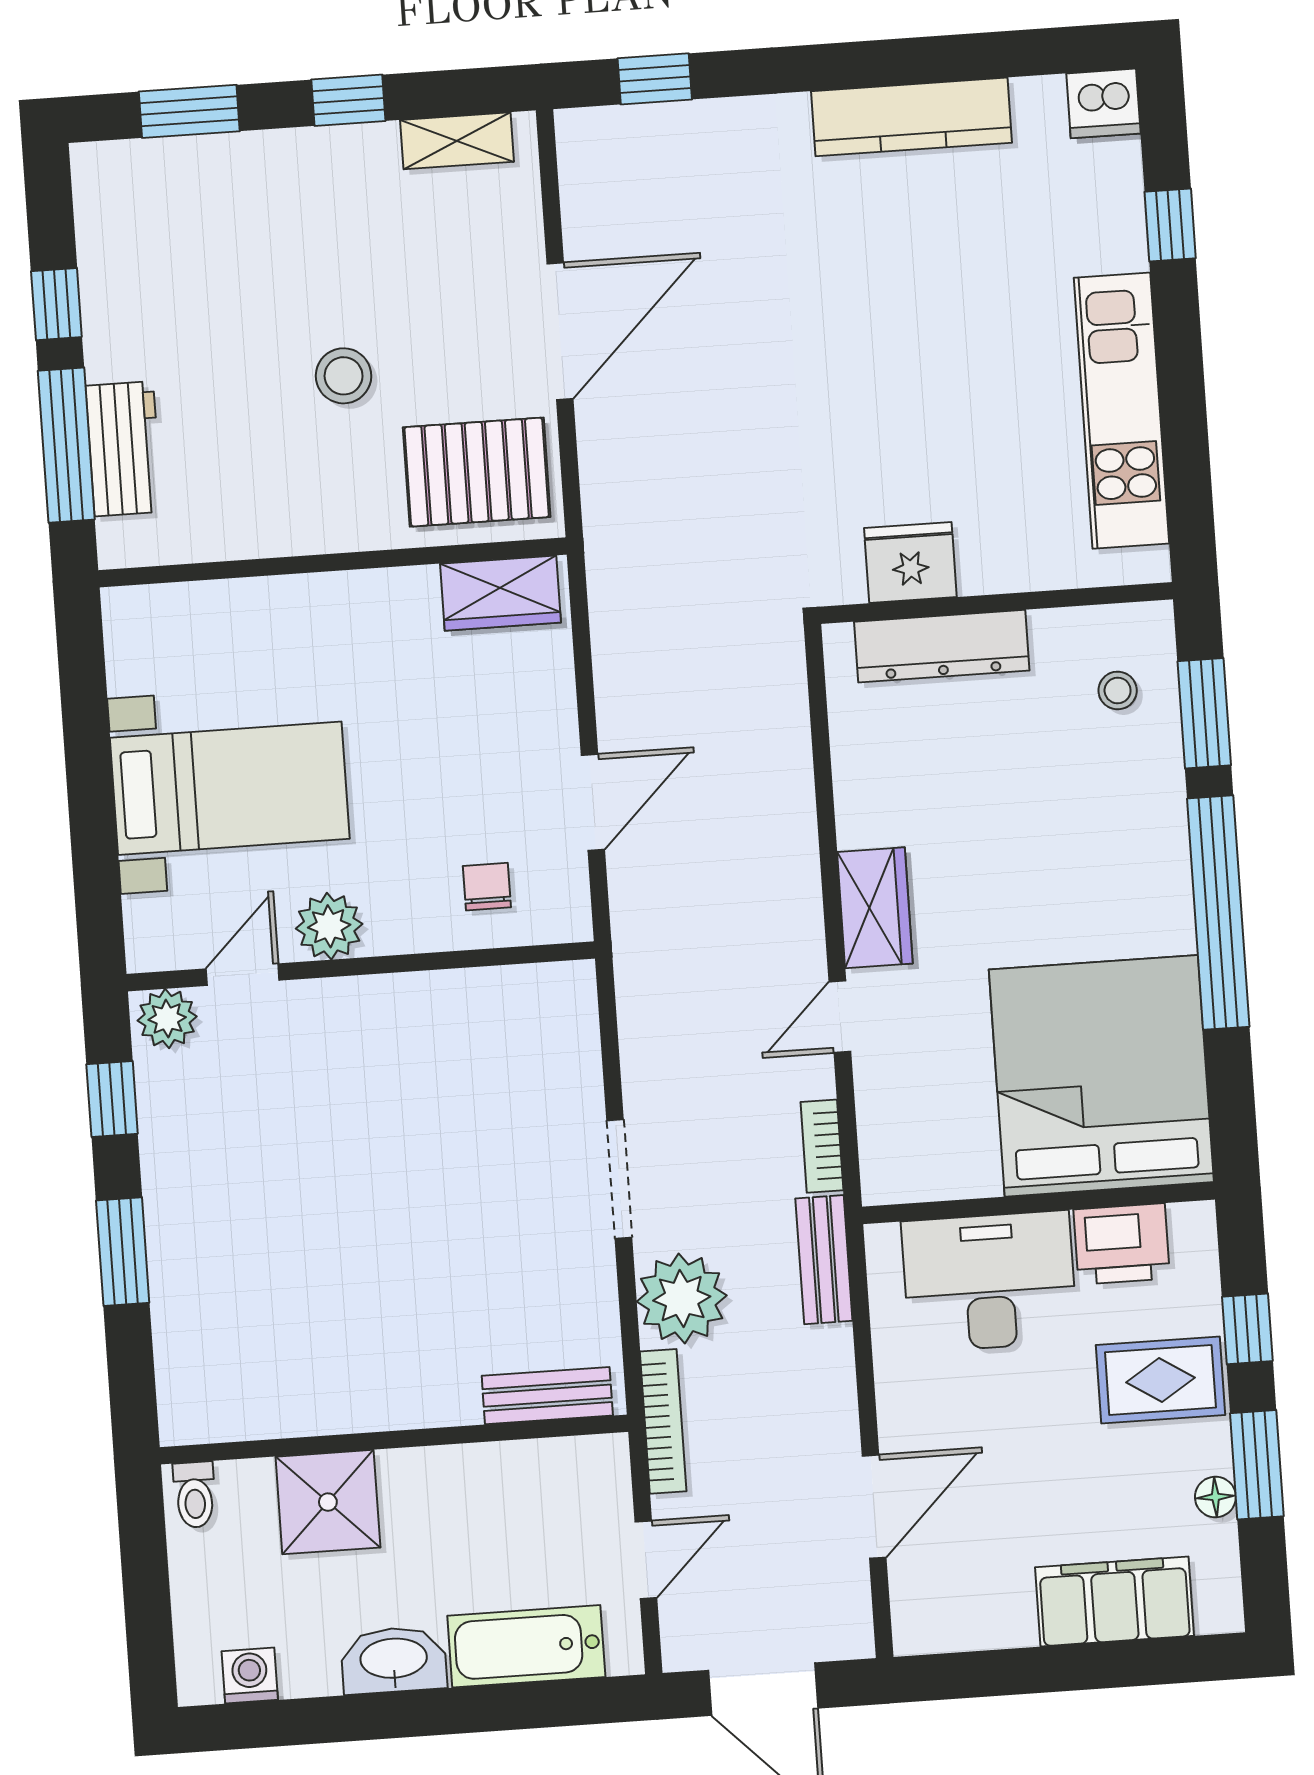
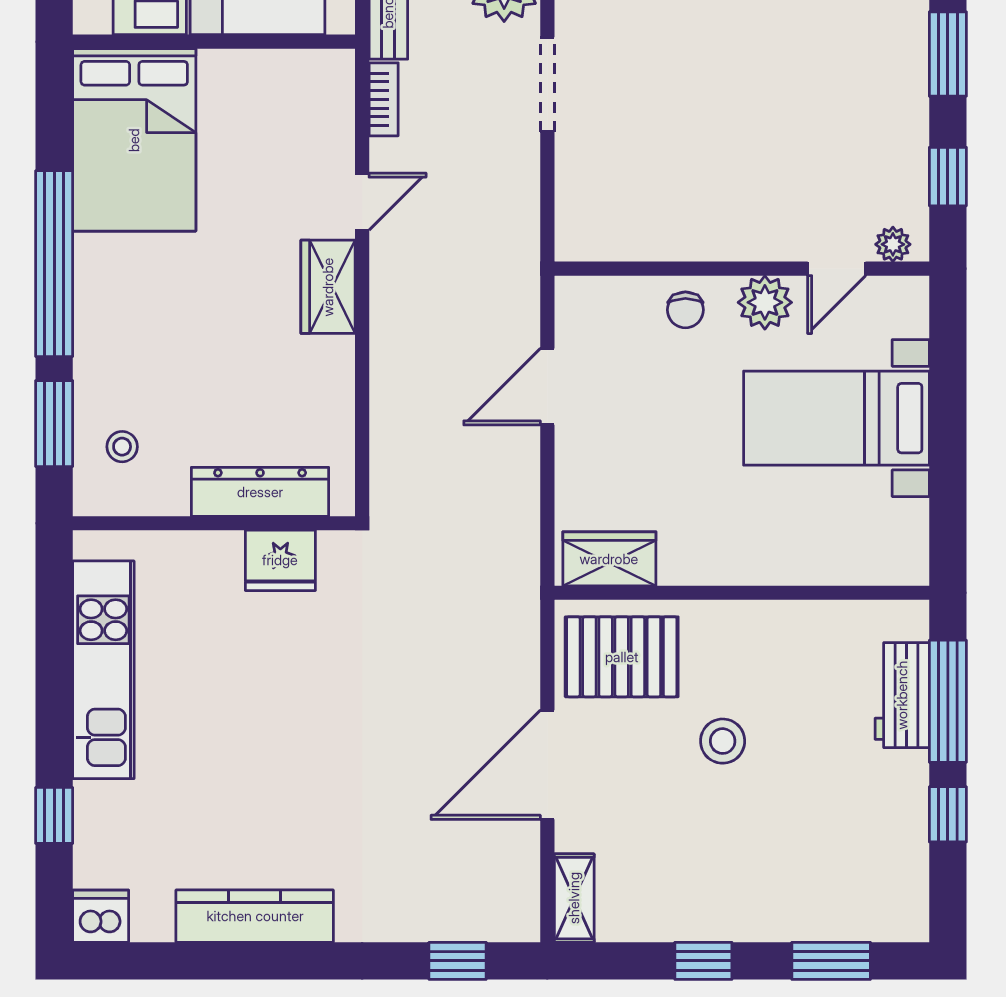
shelving: (457, 141) -> (574, 898), moved, turned 90
chair: (487, 887) -> (685, 310), moved
plant: (167, 1019) -> (893, 244), width x0.73, depth x0.73
bed: (1101, 1076) -> (134, 140), width x0.73

